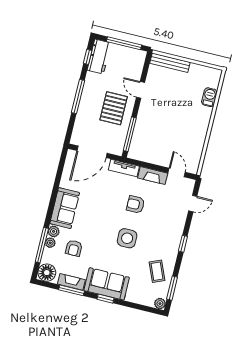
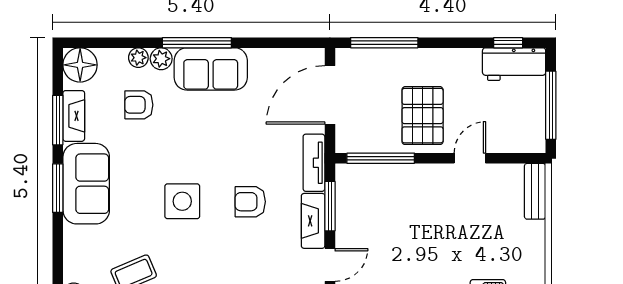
bench: (170, 63) -> (535, 191), width x0.73
window: (78, 97) -> (384, 43), moved
pallet: (114, 108) -> (423, 116), turned 90
door: (92, 152) -> (330, 95), hinge flipped
window: (147, 165) -> (330, 206), added
armchair: (136, 204) -> (250, 202), turned -90
window: (42, 245) -> (197, 43), moved
window: (105, 299) -> (58, 188), width x1.50

